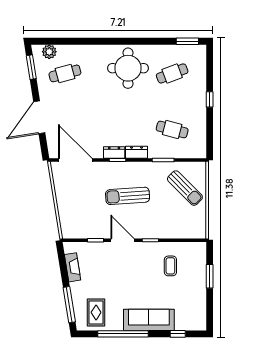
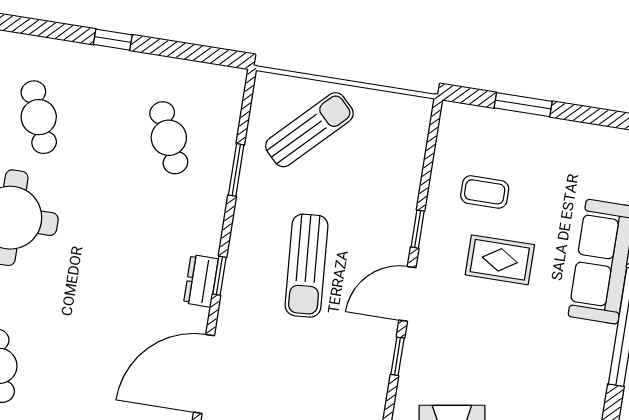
cafe table: (172, 129) -> (169, 138), turned -39
dresser: (137, 152) -> (209, 229), removed
rug: (96, 312) -> (500, 260), moved

